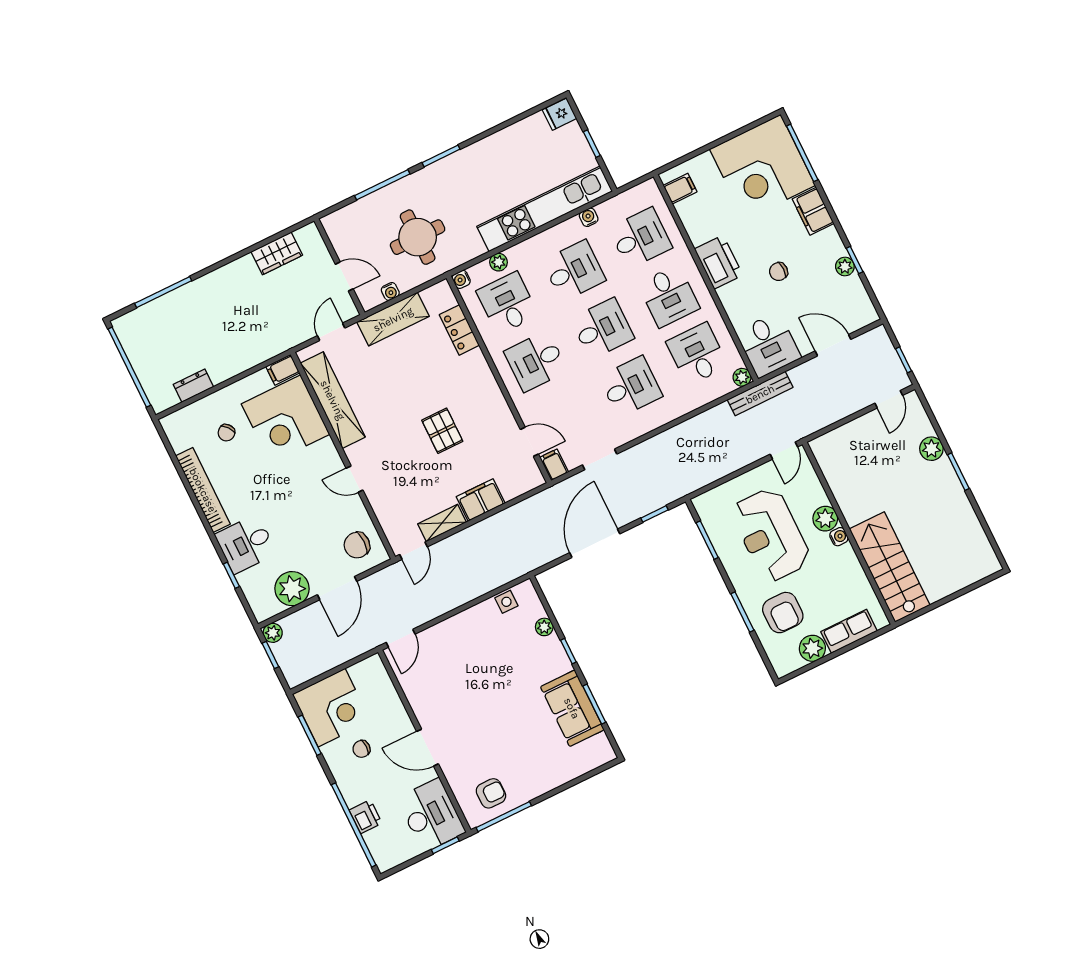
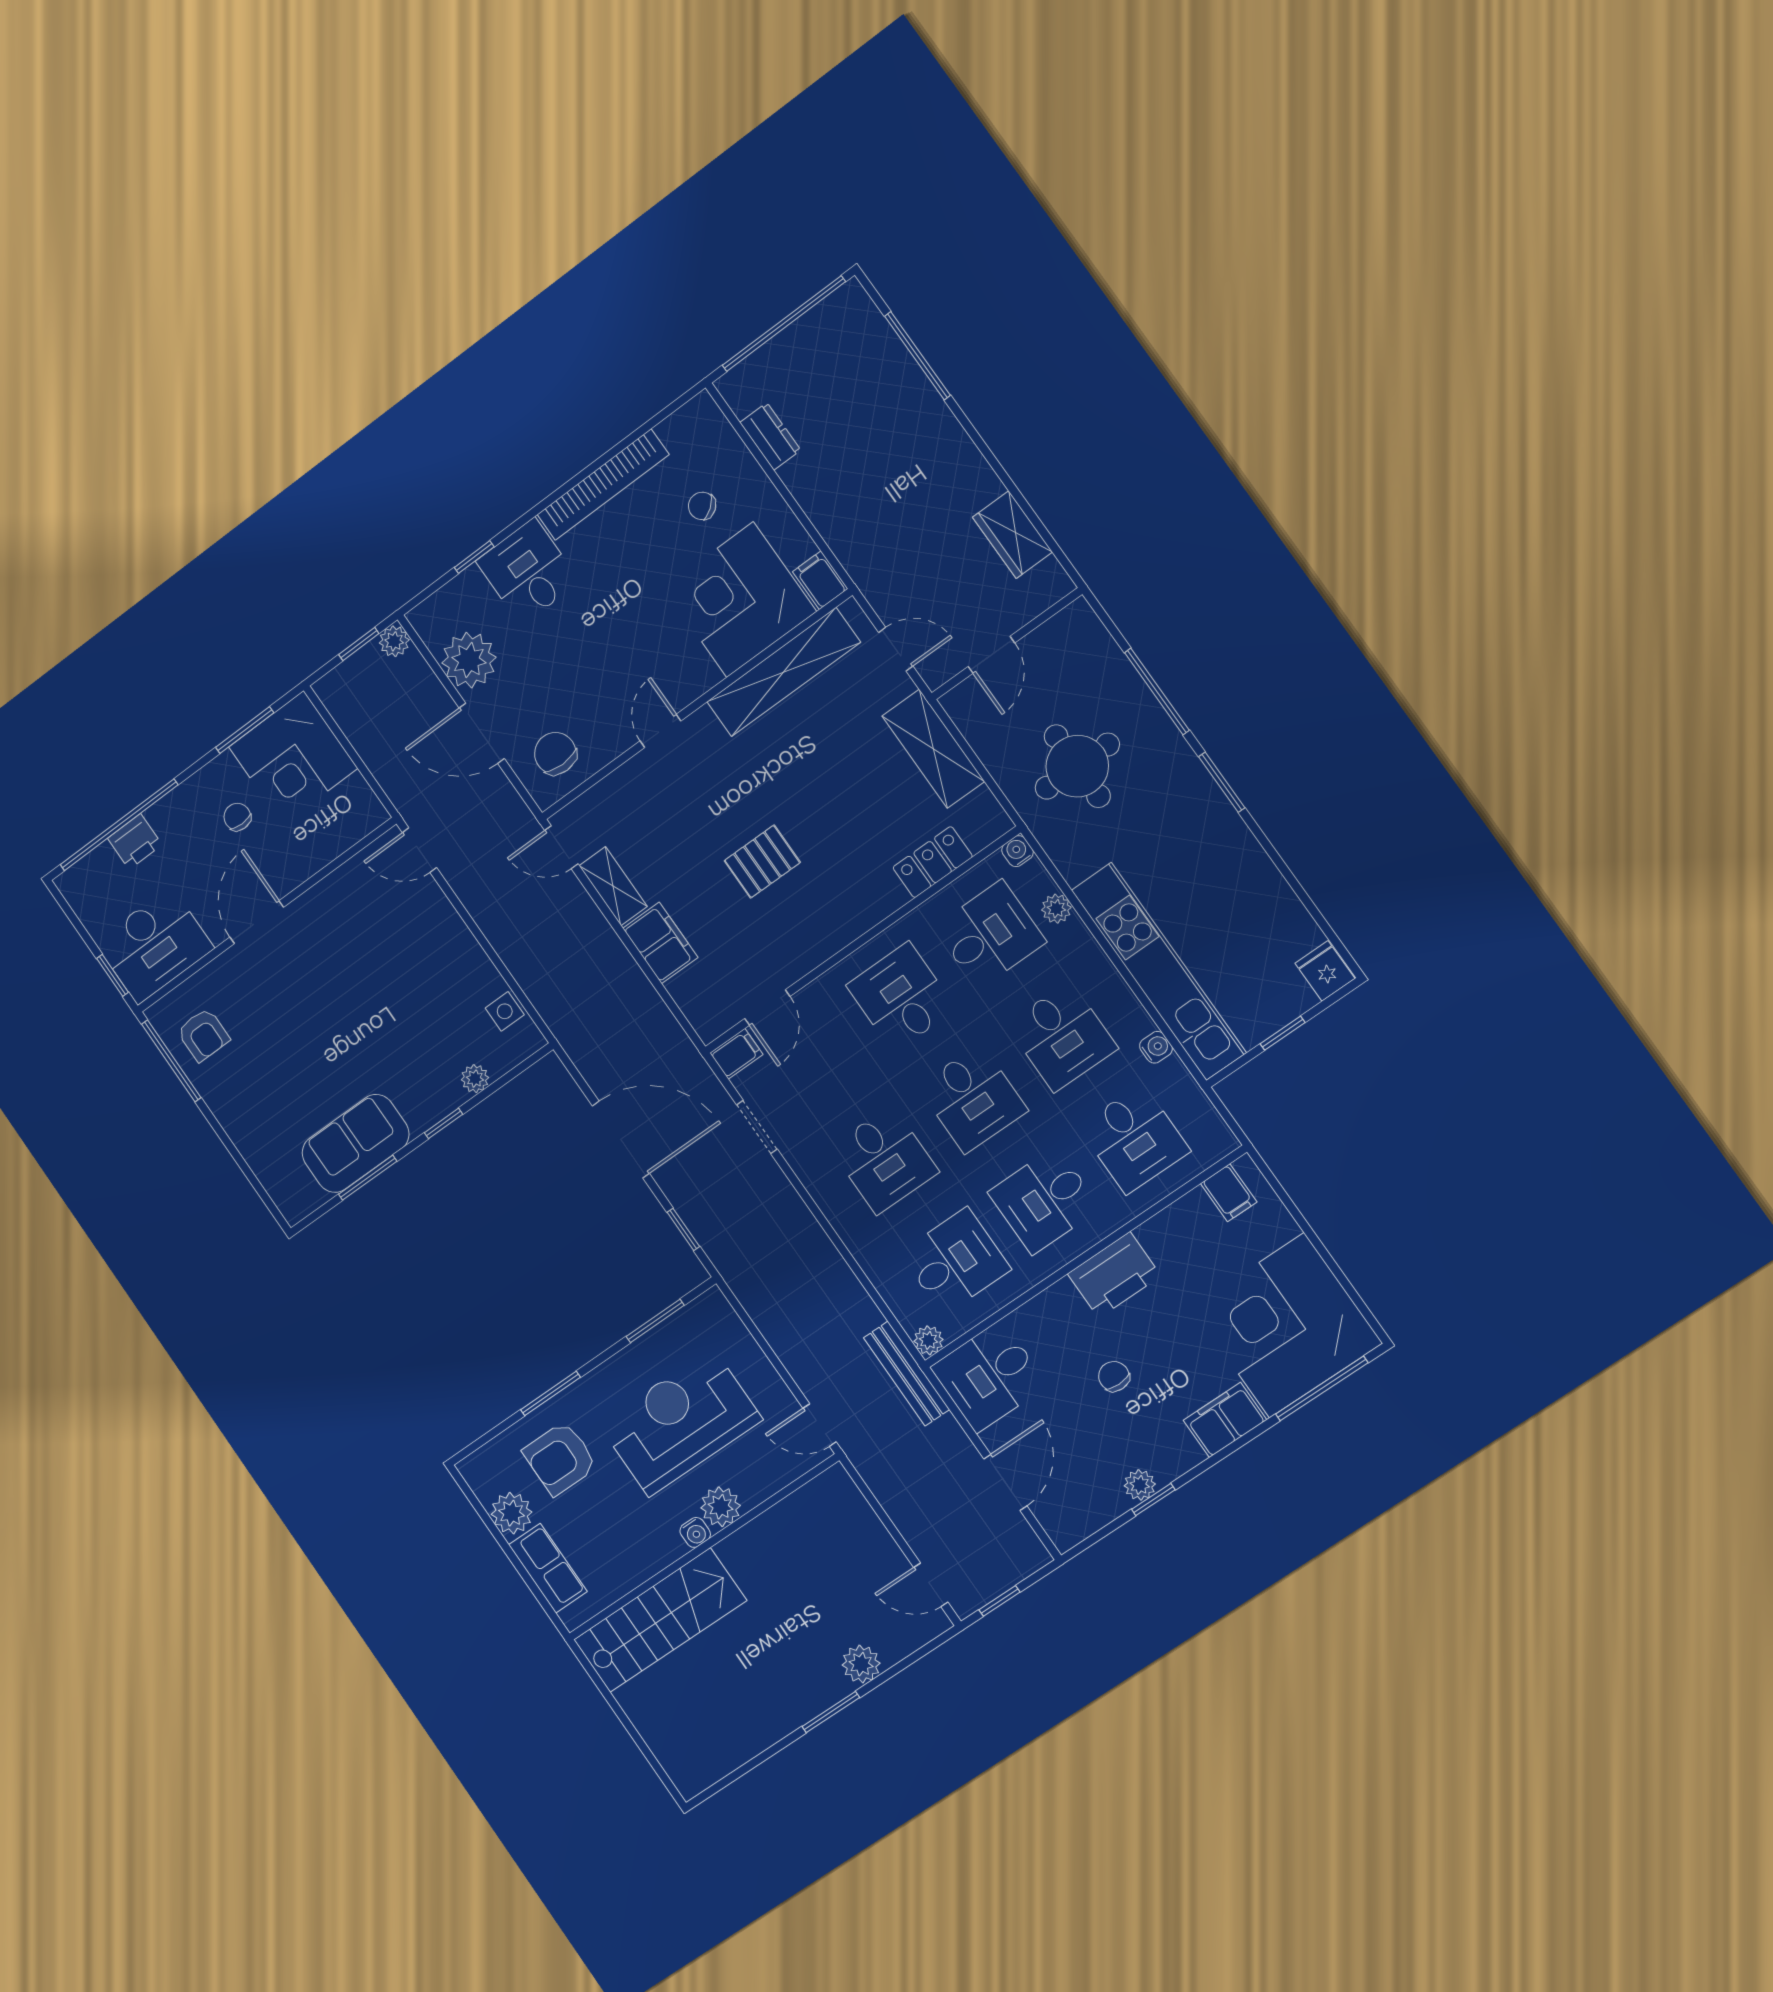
water cooler: (390, 292) -> (979, 736), removed

